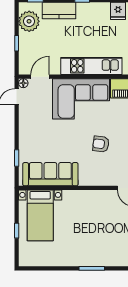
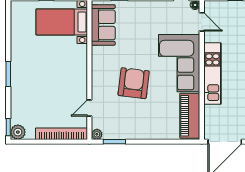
armchair: (101, 144) -> (134, 83), width x1.88, depth x1.88
sofa: (50, 174) -> (103, 25), width x0.73

